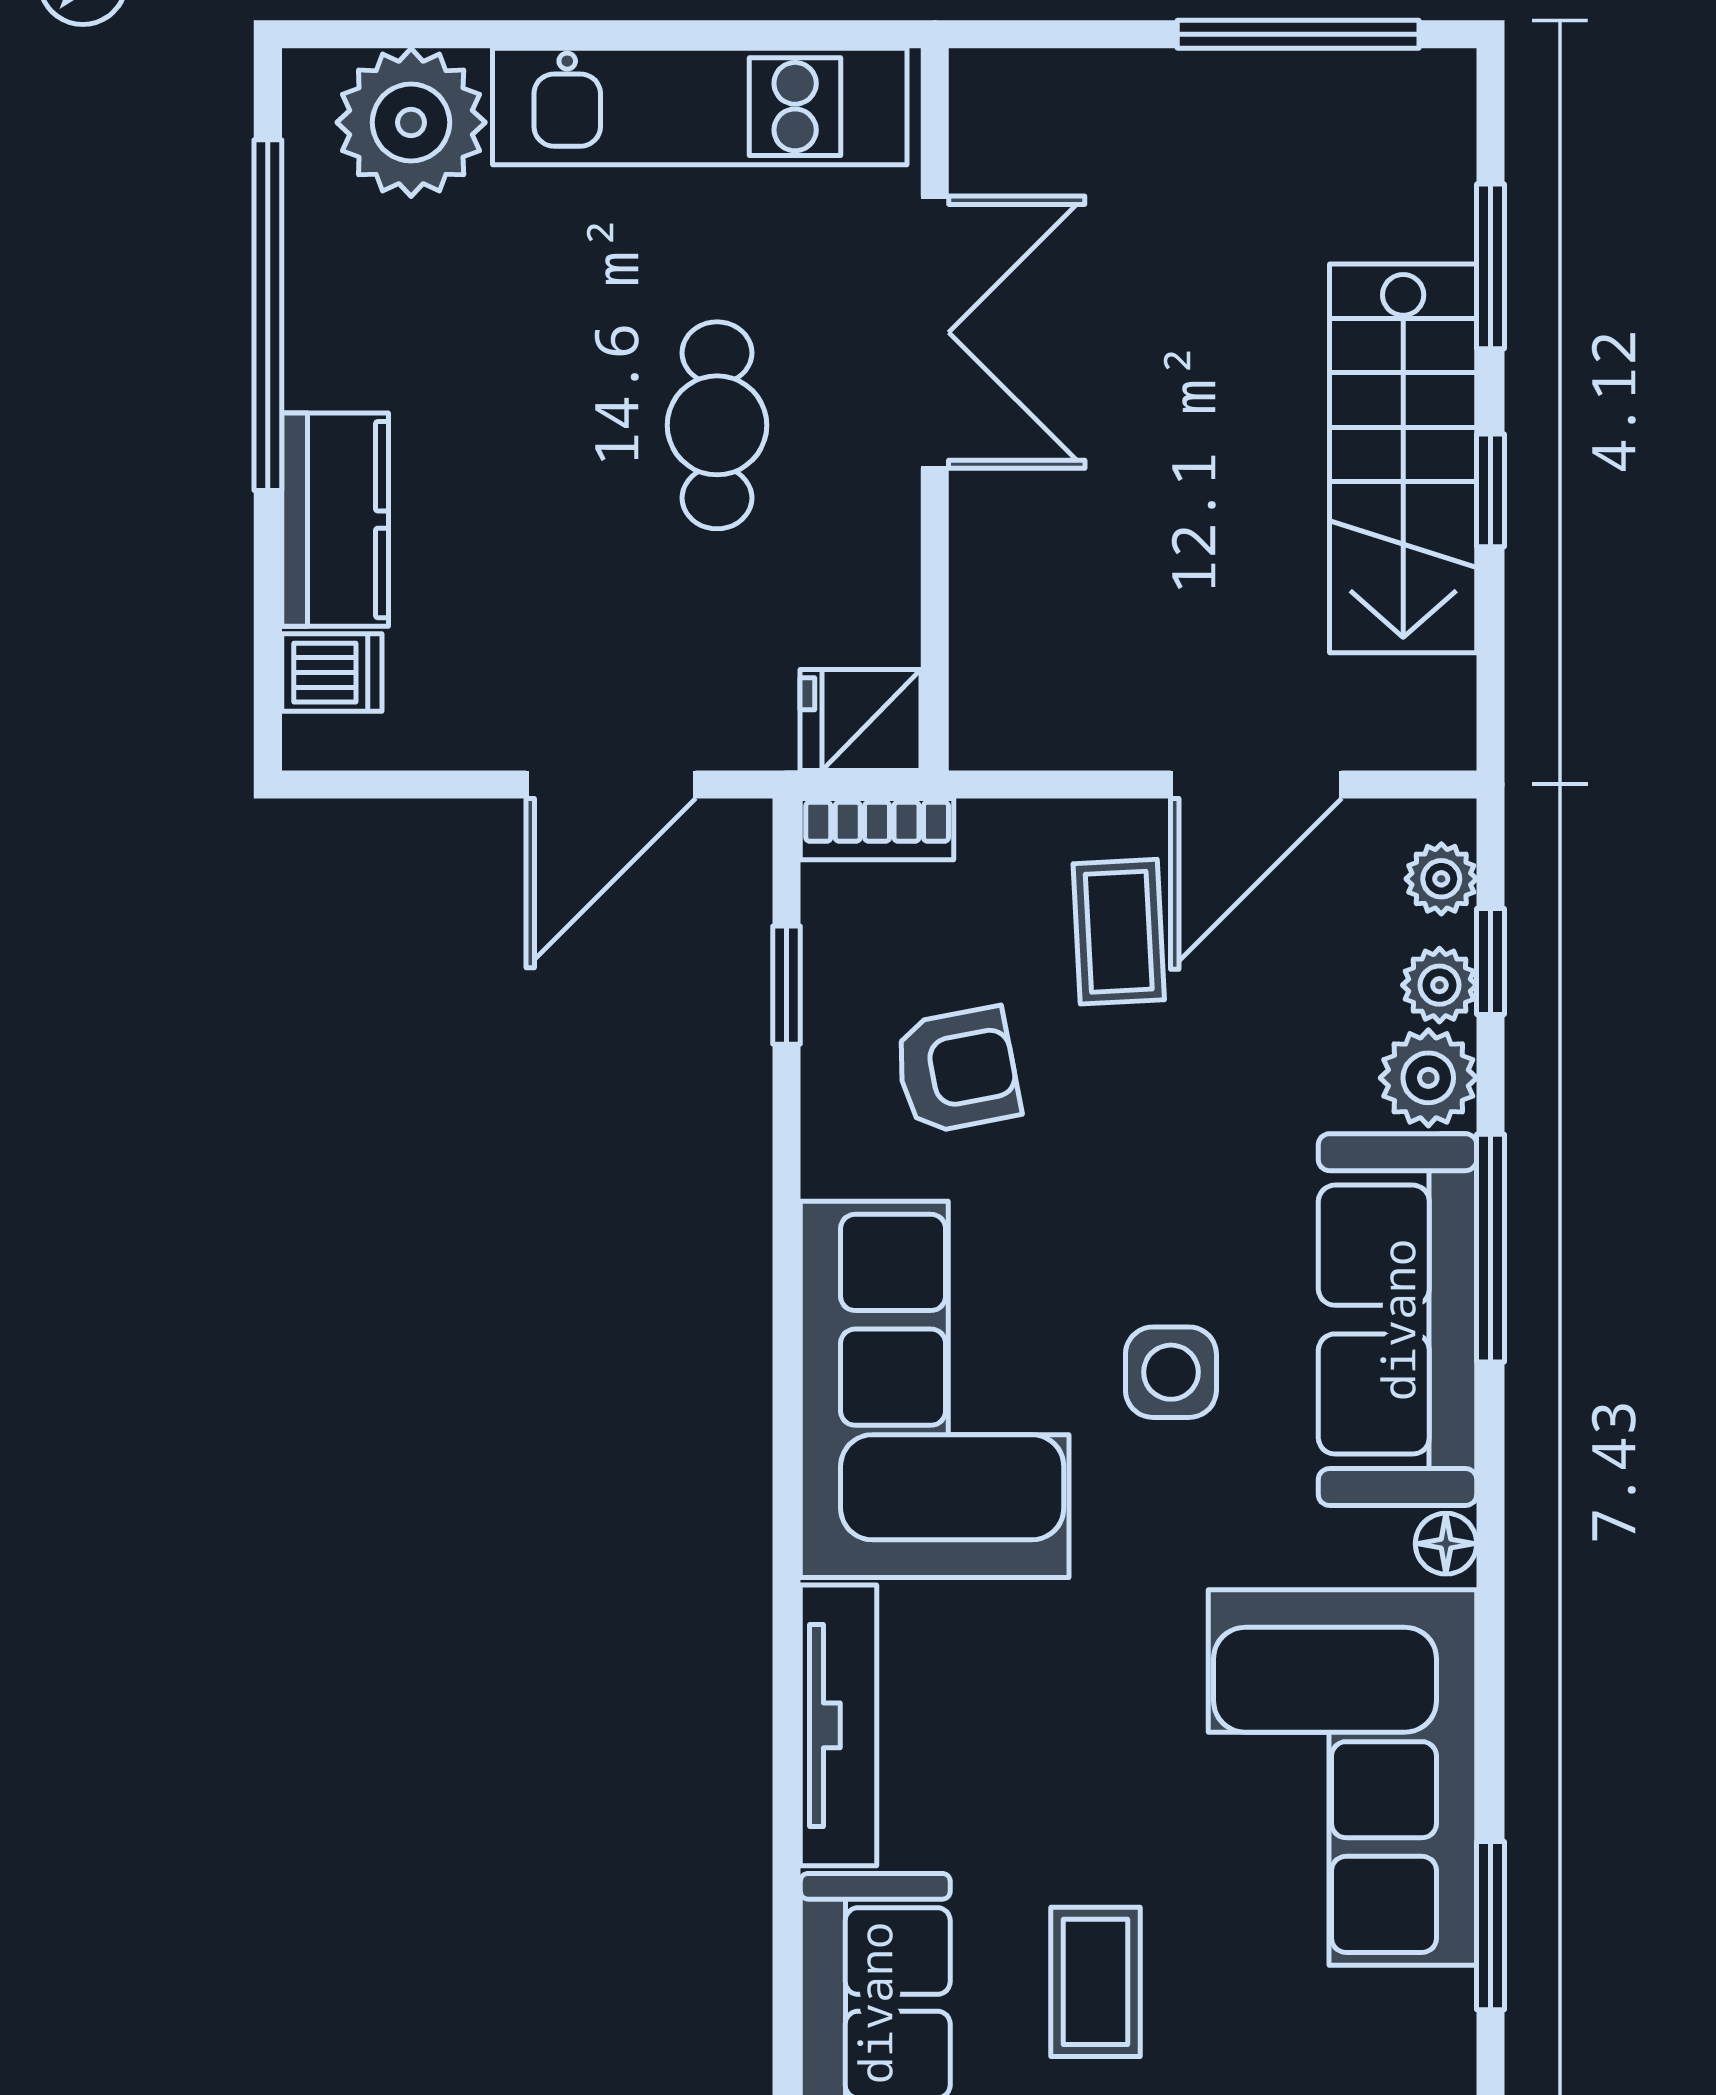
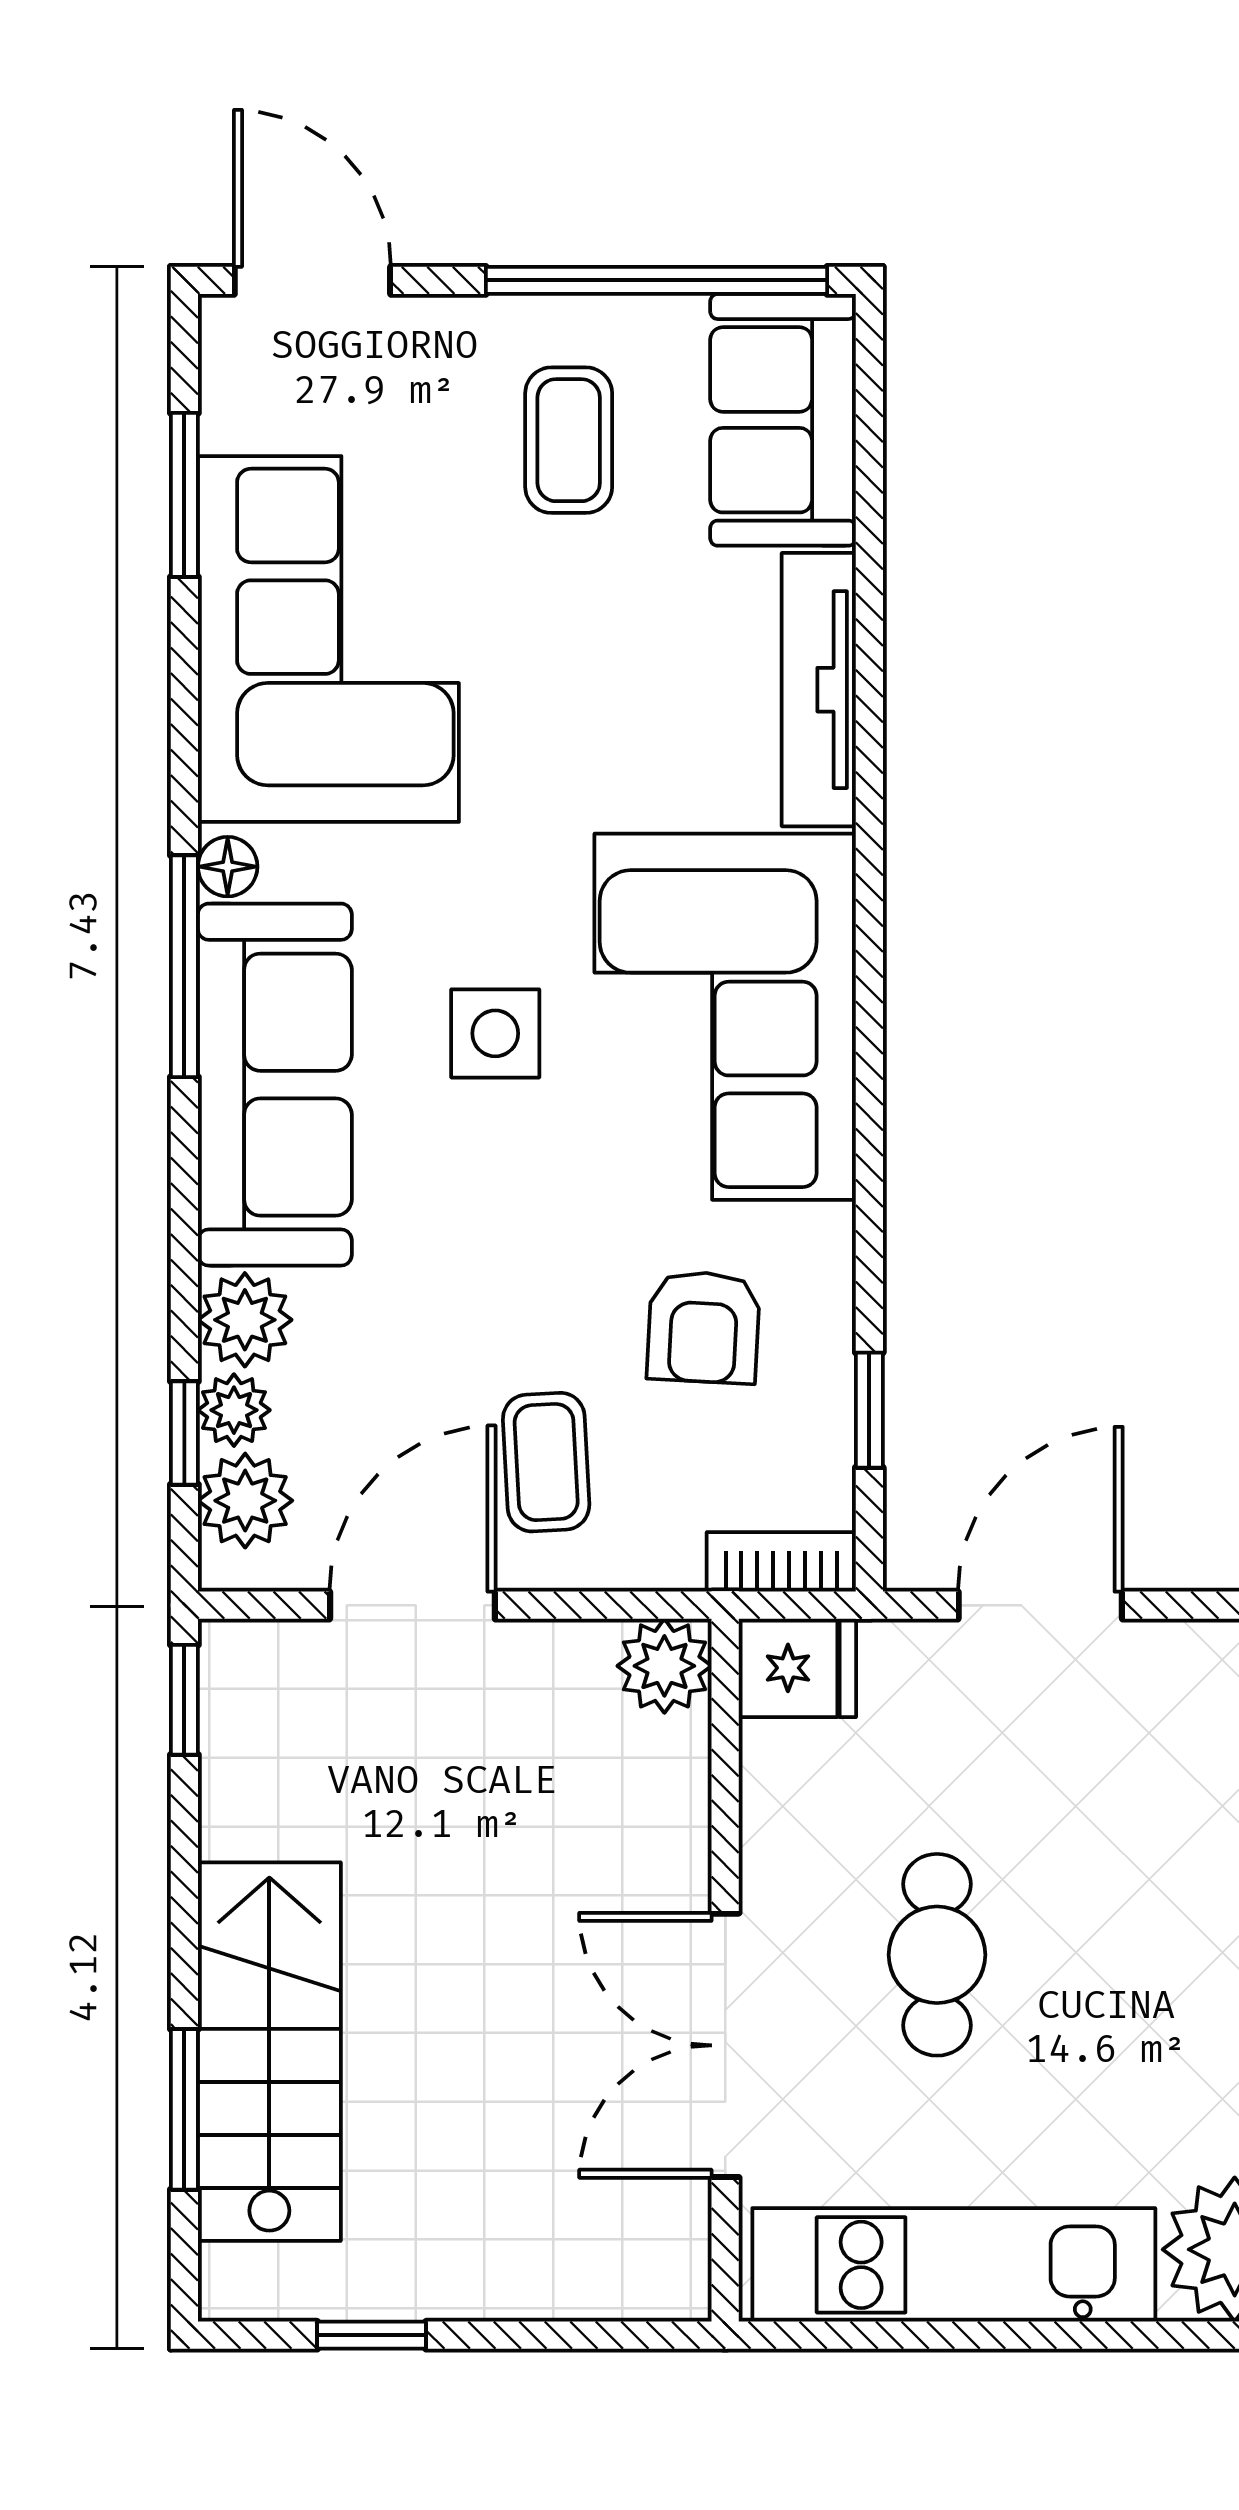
window: (1298, 34) -> (372, 2335), width x0.46
stairs: (1403, 458) -> (269, 2052), moved
window: (1490, 490) -> (184, 1700), moved
plant: (997, 722) -> (664, 1666), added
plant: (1441, 879) -> (245, 1501), width x1.38, depth x1.38
armchair: (957, 1070) -> (703, 1327), turned -76
window: (1490, 1248) -> (184, 966), moved

